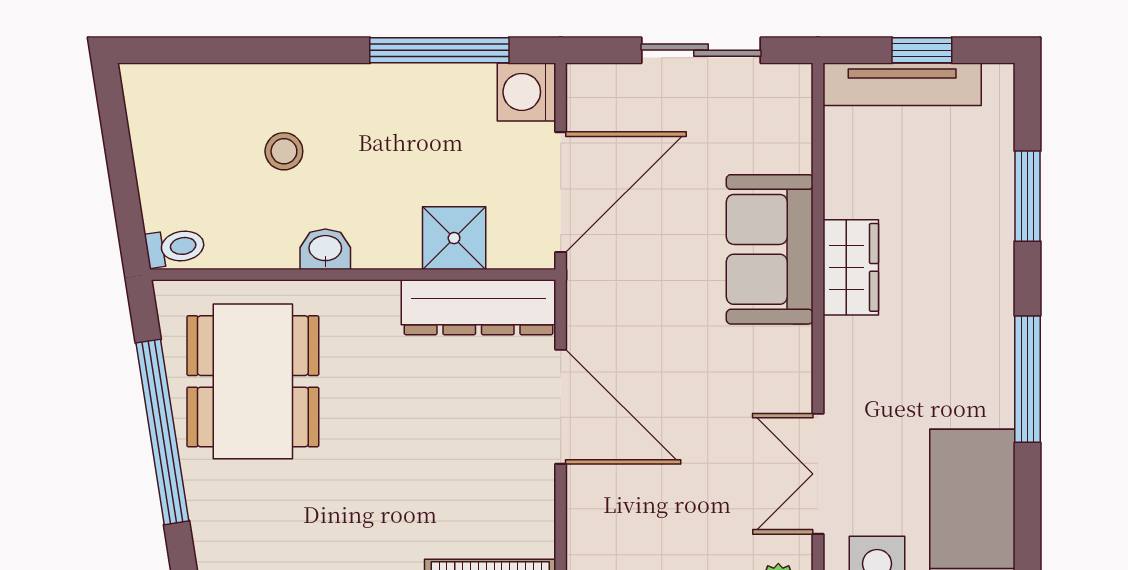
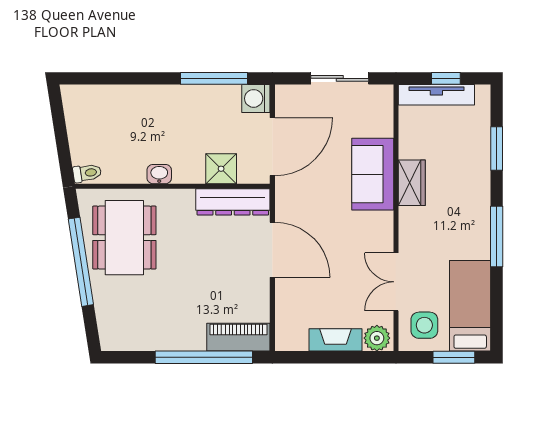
stool: (284, 151) -> (139, 127), removed

